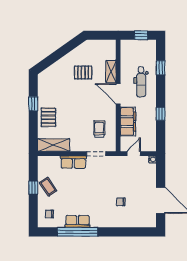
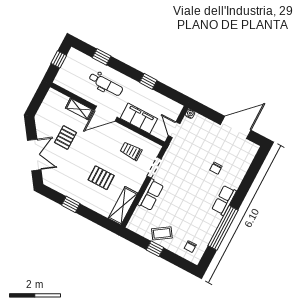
double door: (57, 55) -> (34, 155), added
pallet: (48, 117) -> (101, 178), moved
row of seats: (78, 221) -> (224, 200), moved

